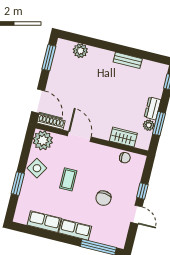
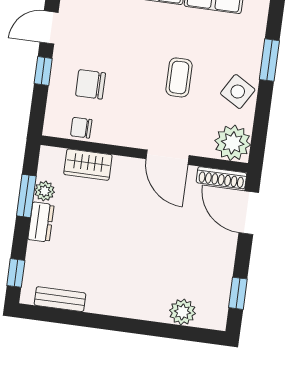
window: (49, 58) -> (238, 293), width x0.67
bench: (128, 60) -> (60, 299), moved
chair: (103, 198) -> (91, 84), moved, turned -94
door: (136, 215) -> (49, 27), hinge flipped

